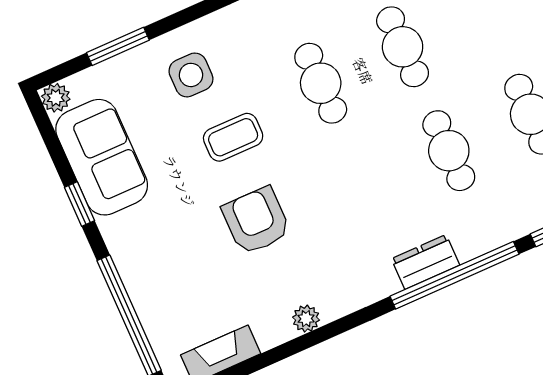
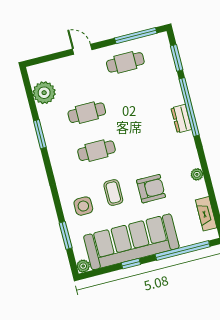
cafe table: (449, 151) -> (135, 100), removed
sofa: (102, 157) -> (131, 242), width x1.85, depth x1.27
armchair: (256, 221) -> (151, 189), turned 180

